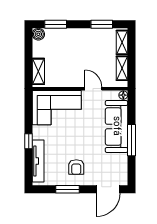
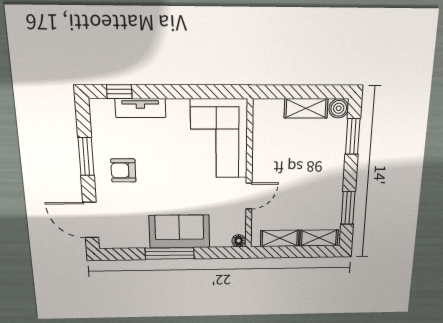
shelving: (38, 71) -> (306, 108), moved
sofa: (116, 126) -> (179, 232), width x0.73
window: (29, 141) -> (119, 92), moved
tv unit: (38, 161) -> (140, 108), width x0.71

